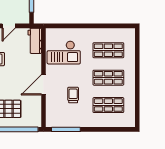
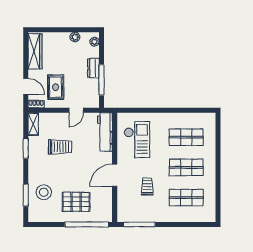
workbench: (35, 41) -> (105, 132), width x1.37
checkout: (64, 52) -> (137, 140), turned -90

